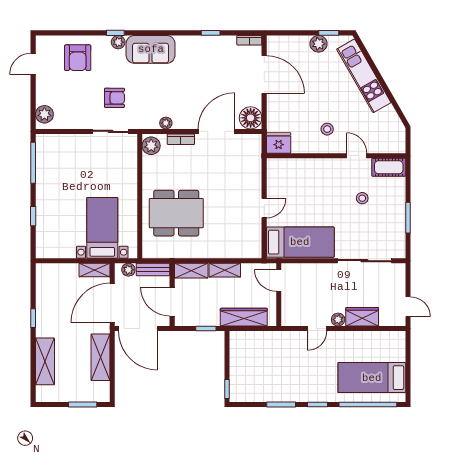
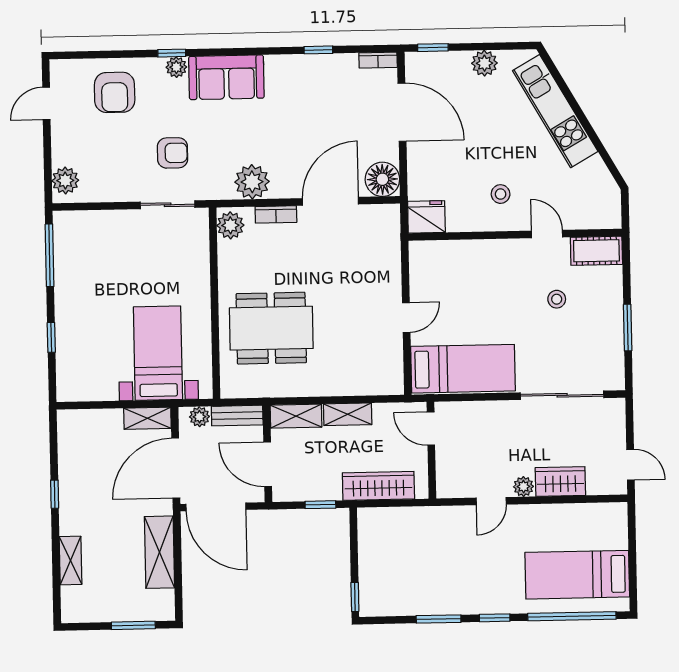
window: (329, 33) -> (433, 48), moved
plant: (166, 123) -> (252, 182), width x1.87, depth x1.87
shelving: (45, 361) -> (71, 560), width x0.67, depth x0.75

